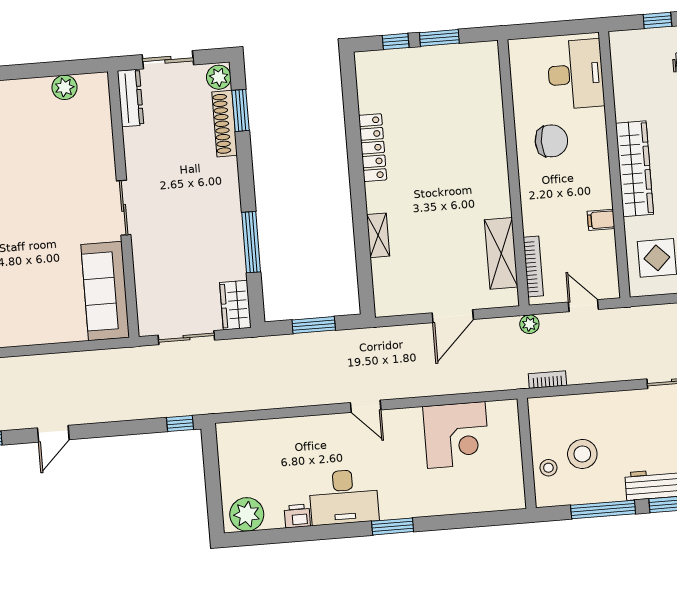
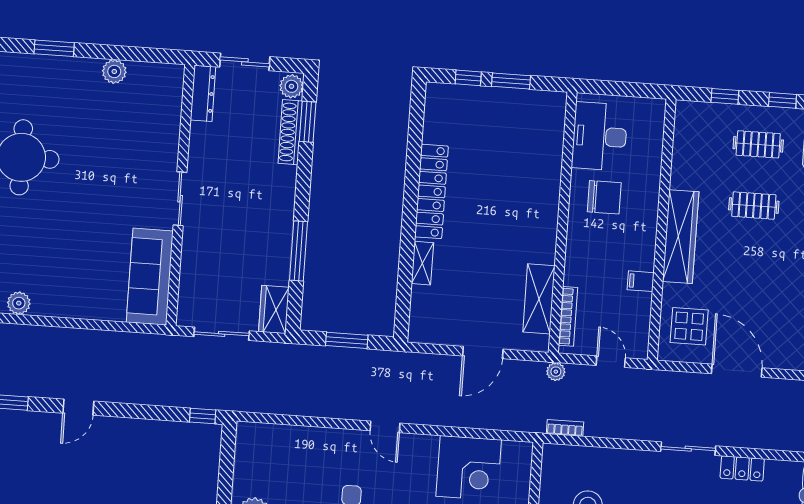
desk: (576, 74) -> (600, 136), moved, turned 180
plant: (65, 87) -> (114, 71), moved
locker: (373, 148) -> (431, 191), width x1.41, depth x1.21

